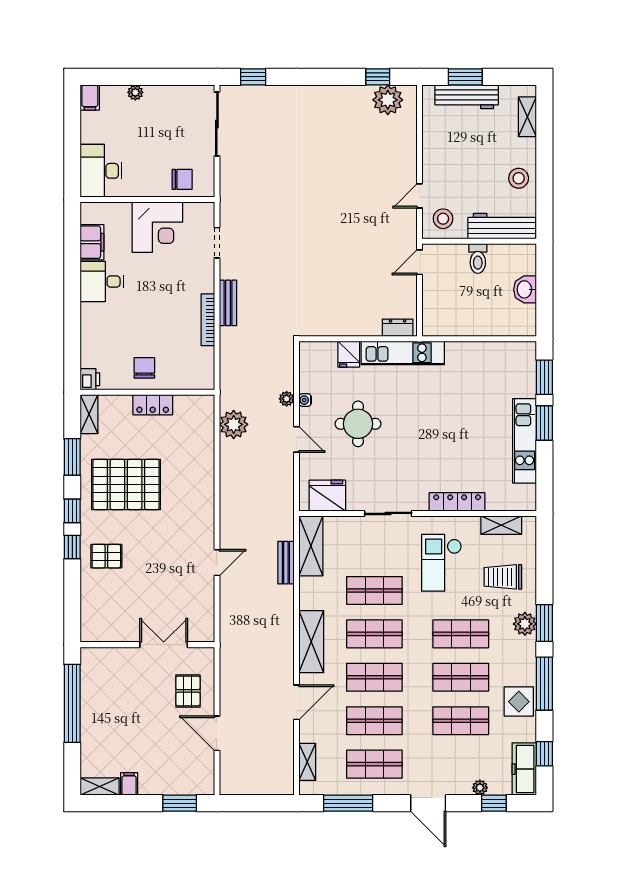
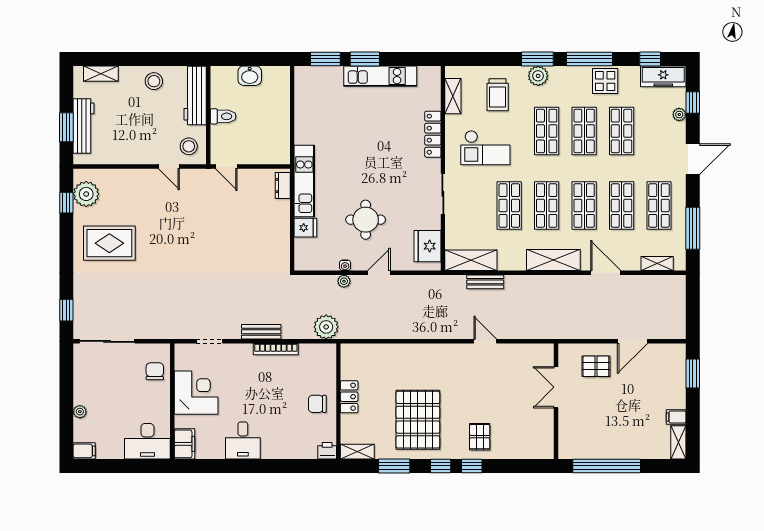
rug: (331, 127) -> (109, 243), added
filing cabinet: (92, 242) -> (184, 444), moved, turned 90
plant: (234, 424) -> (326, 327), moved

